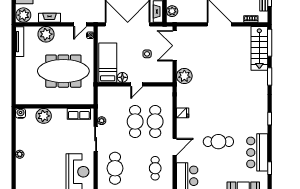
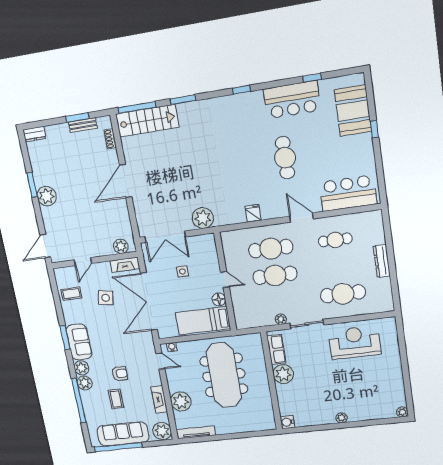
plant: (44, 116) -> (283, 374), moved

